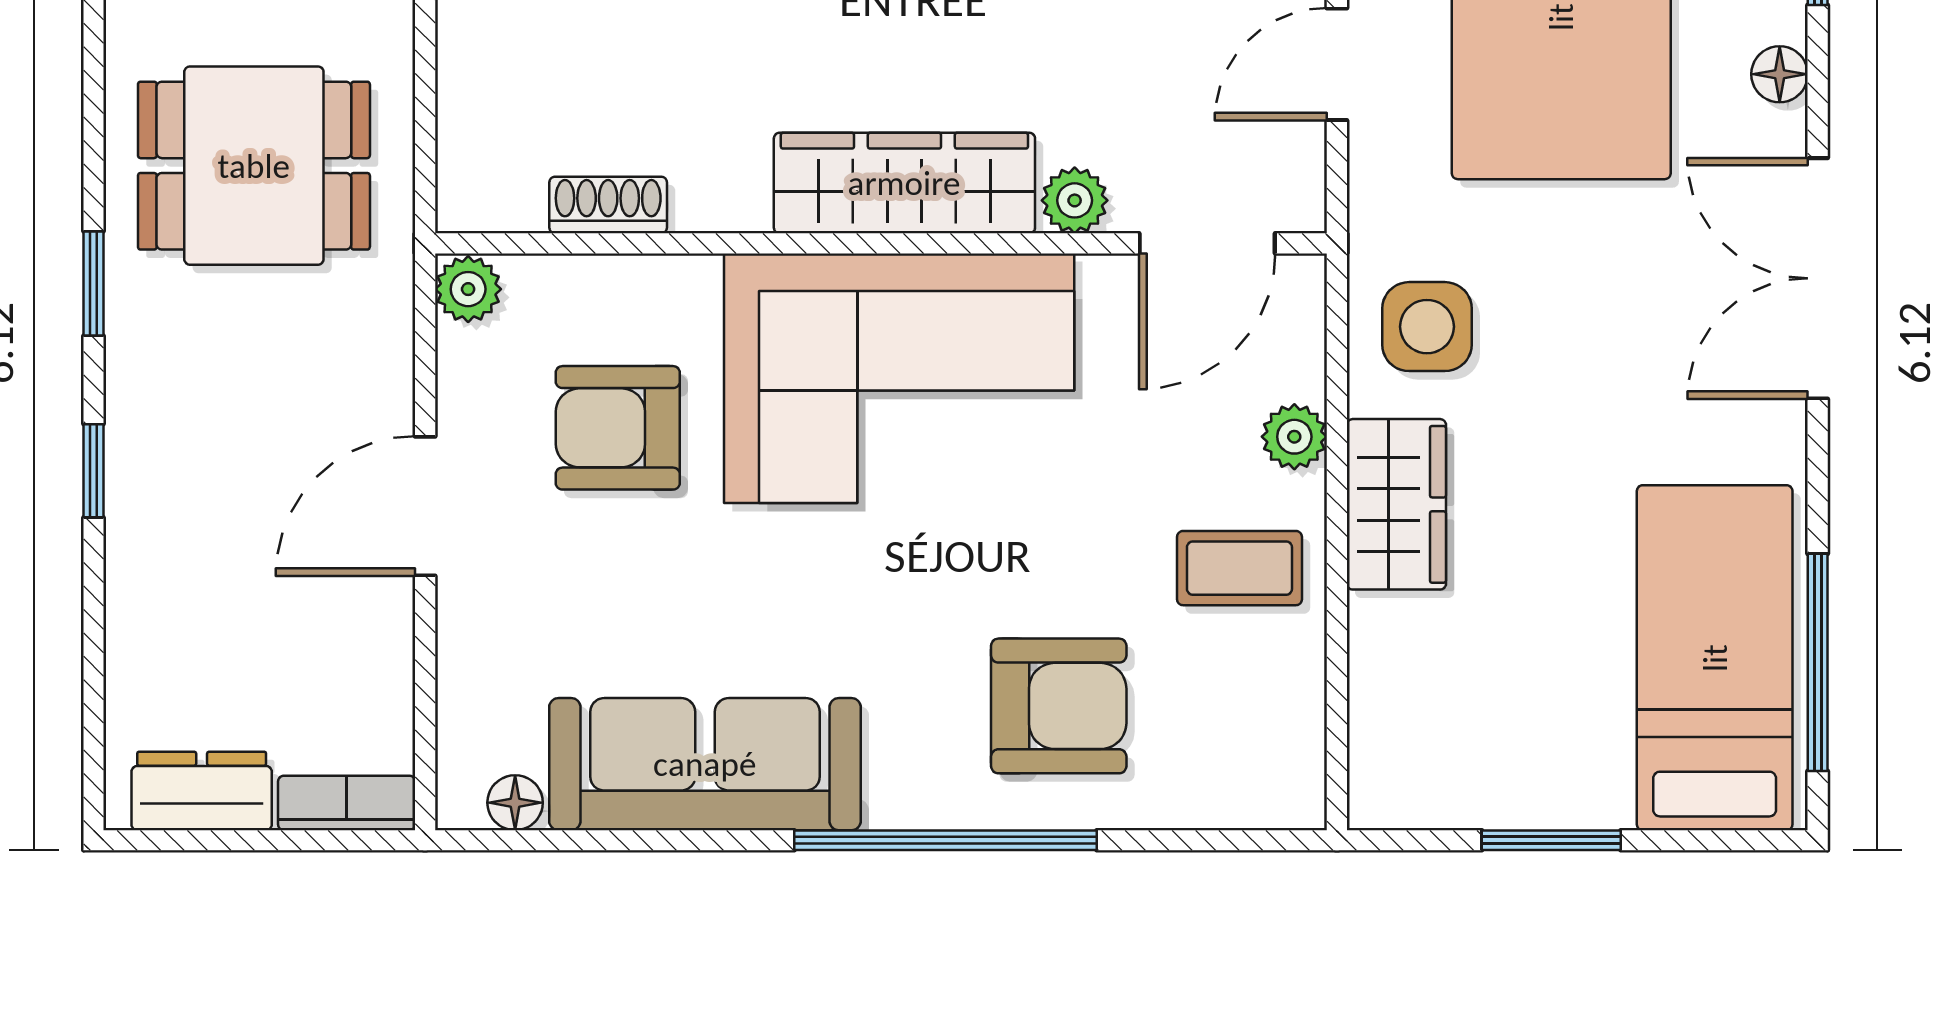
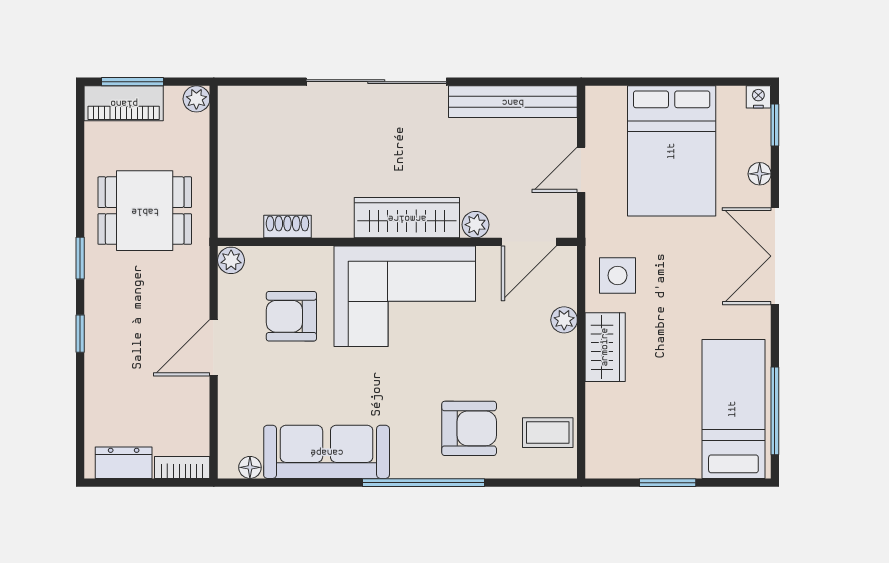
coffee table: (1239, 568) -> (548, 433), moved

